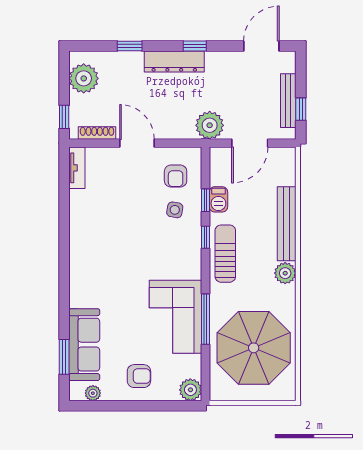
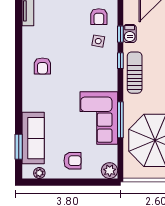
armchair: (97, 245) -> (42, 66), added

